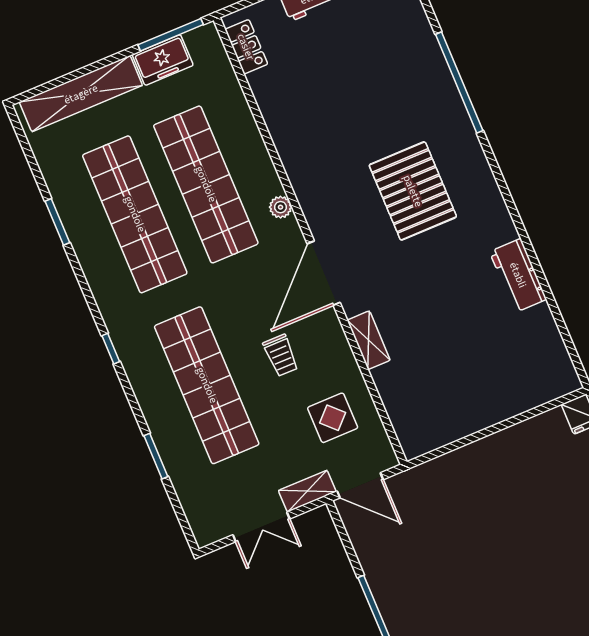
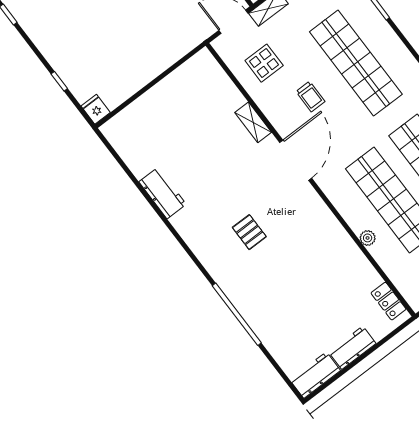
pallet: (413, 191) -> (249, 232), width x0.49, depth x0.50
plant: (280, 207) -> (368, 238), moved
trolley: (281, 355) -> (310, 96), turned 180

